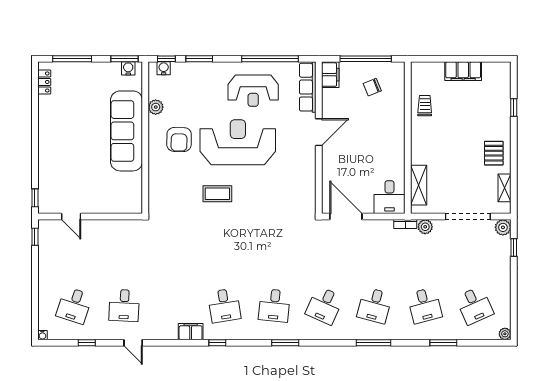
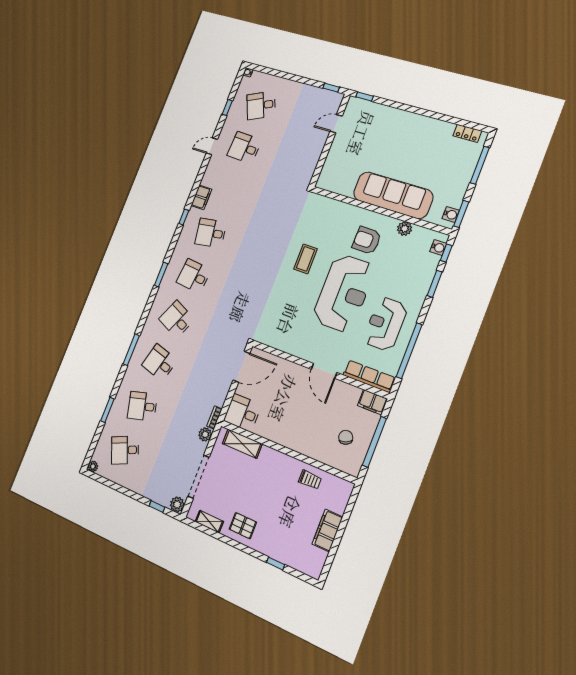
desk: (74, 305) -> (261, 105), turned -42

